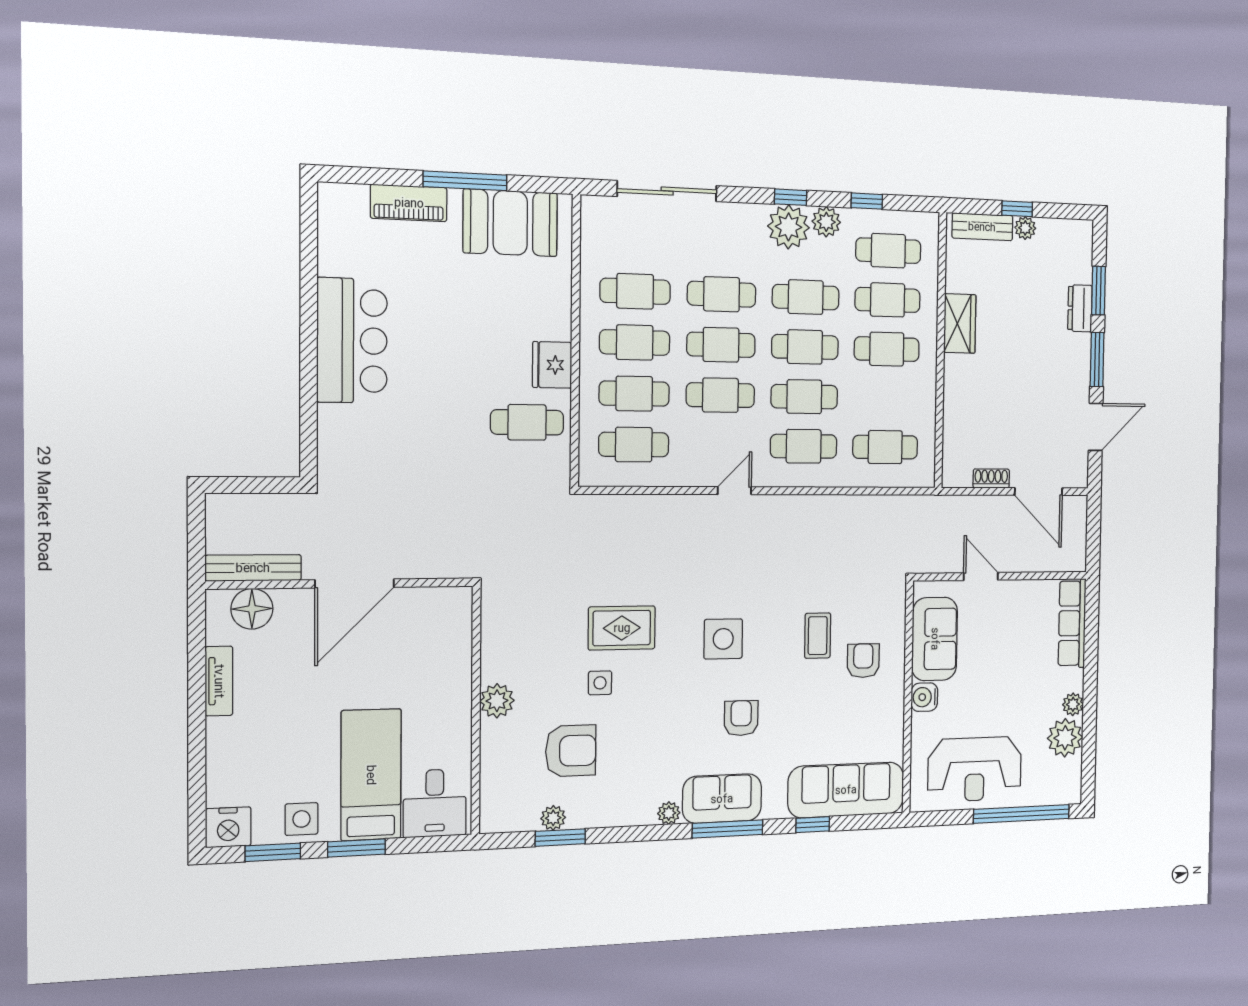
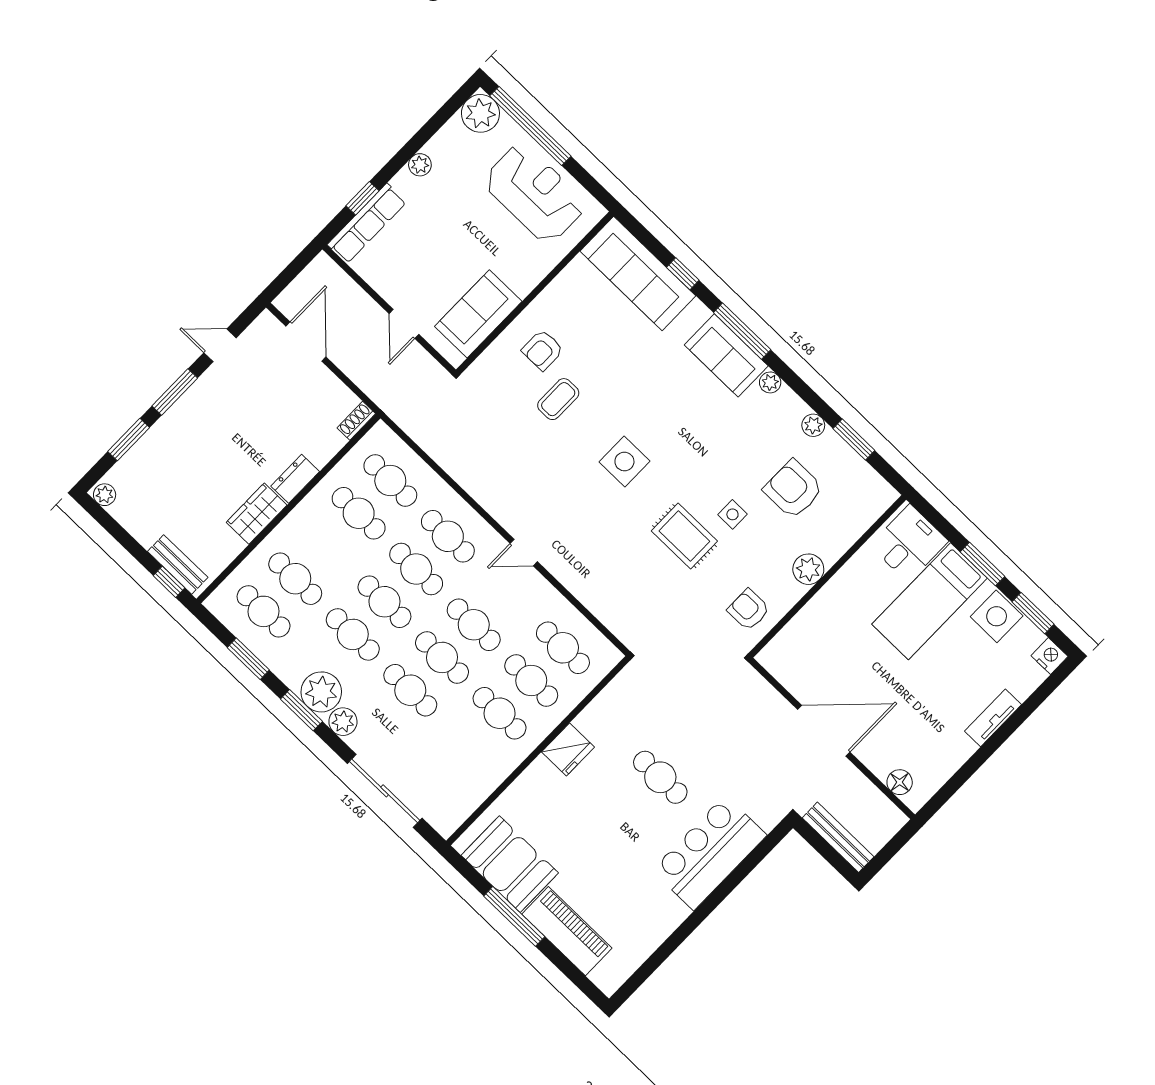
window: (791, 197) -> (301, 710), width x1.50
window: (867, 201) -> (248, 659), width x1.50
piano: (409, 203) -> (567, 931), width x1.37, depth x1.33
window: (1017, 209) -> (169, 582), moved
plant: (826, 222) -> (343, 722), moved
plant: (1025, 228) -> (105, 495), moved
cafe table: (635, 291) -> (468, 746), removed
dresser: (1080, 308) -> (295, 479), moved, turned 180
bar counter: (352, 341) -> (709, 853), moved
cafe table: (887, 349) -> (359, 513), moved
cafe table: (527, 422) -> (660, 777), moved
door: (1096, 427) -> (220, 345), width x0.73
shoe rack: (991, 478) -> (356, 421), moved, turned 90
bench: (253, 568) -> (838, 837), moved
floor lamp: (252, 609) -> (900, 782), width x0.73, depth x0.73
window: (1091, 638) -> (362, 198), added
tv unit: (219, 681) -> (993, 718), moved
water cooler: (924, 697) -> (523, 281), removed
armchair: (741, 718) -> (749, 610), moved, turned 90
plant: (1065, 738) -> (480, 113), moved
plant: (553, 818) -> (813, 425), moved
side table: (302, 819) -> (997, 616), width x1.37, depth x1.37
nightstand: (228, 827) -> (1049, 656), width x0.74, depth x0.75

